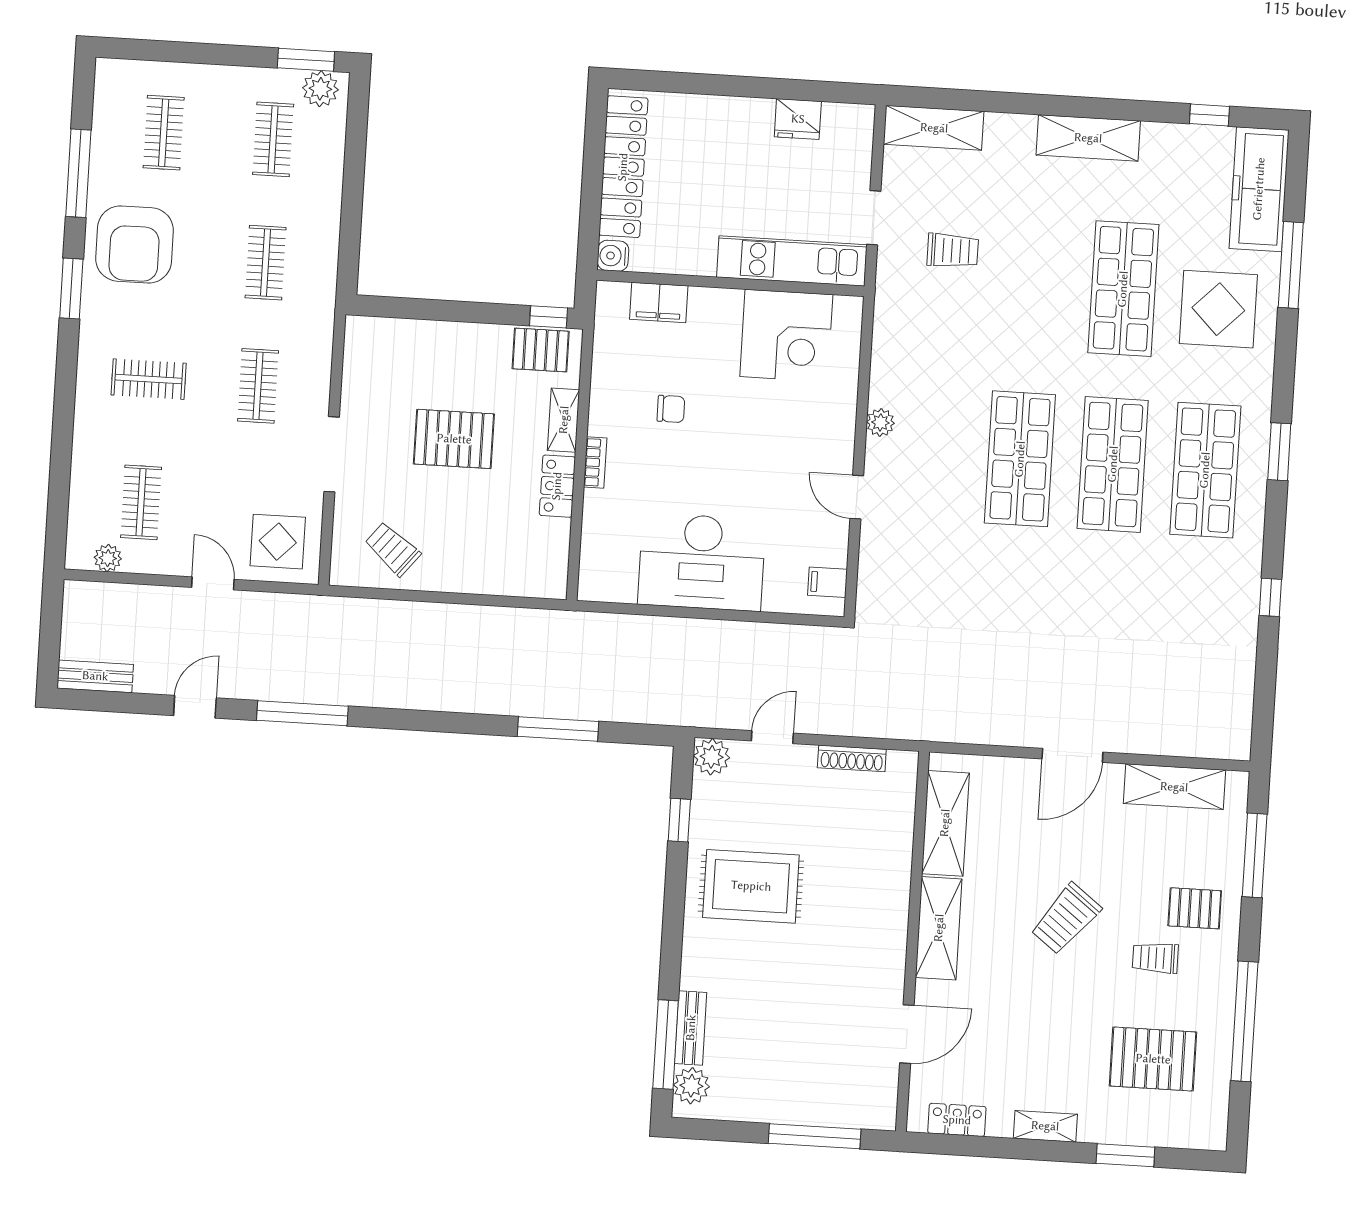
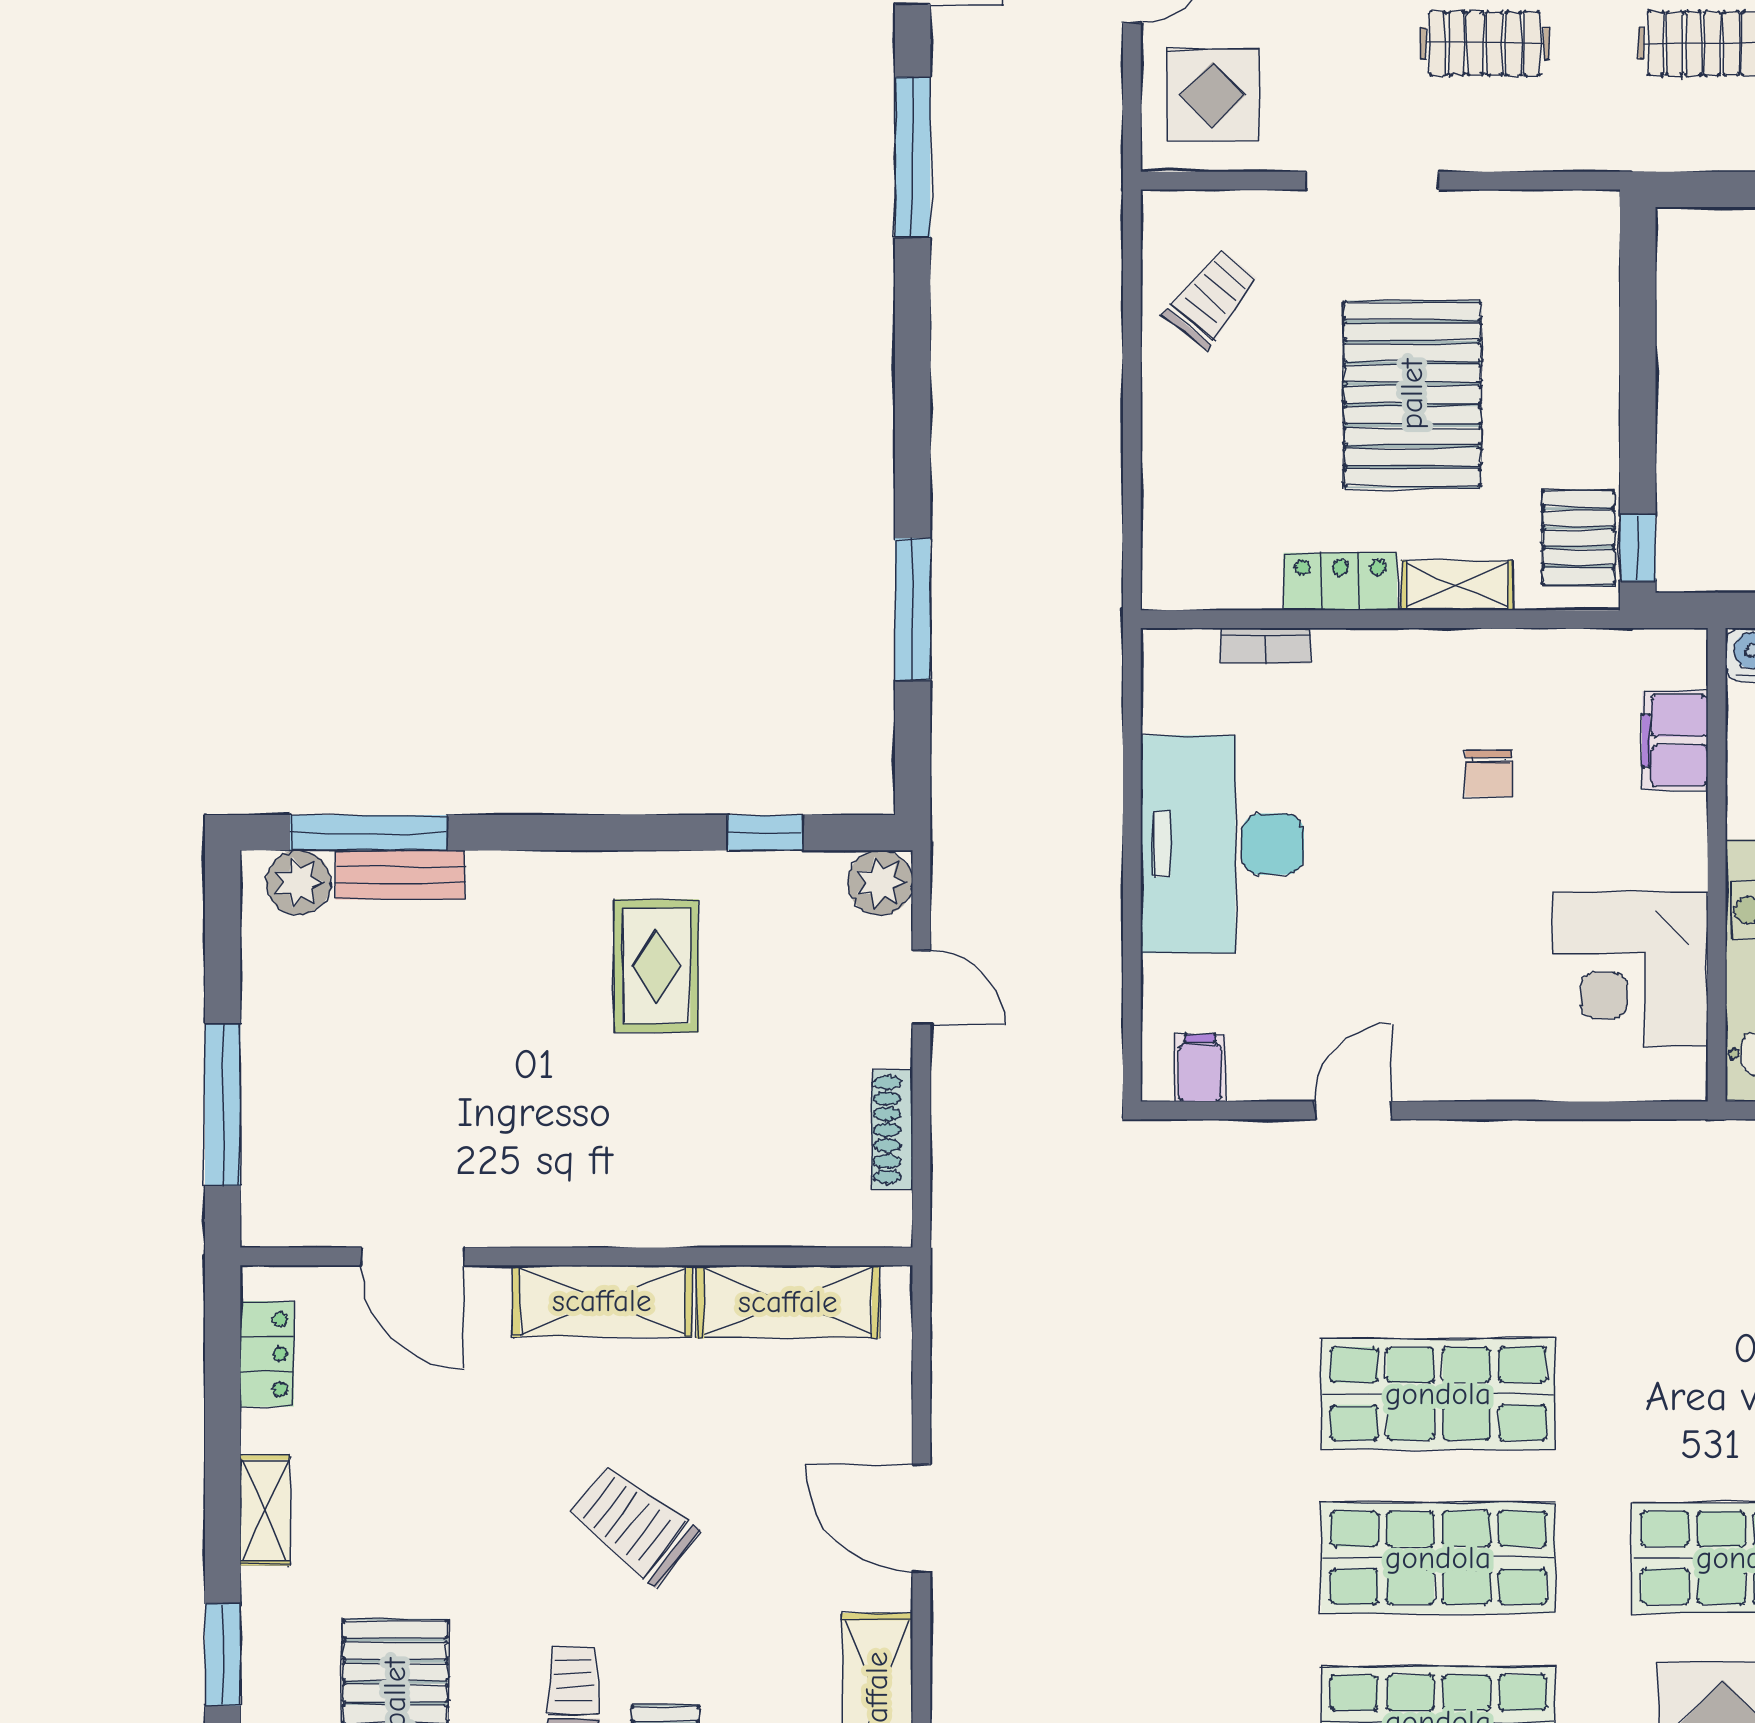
plant: (880, 423) -> (1487, 1144), removed
pallet: (454, 439) -> (1412, 394), width x1.37, depth x1.41
bookcase: (595, 462) -> (1266, 646), moved
rug: (751, 886) -> (656, 966), width x0.73, depth x0.70

